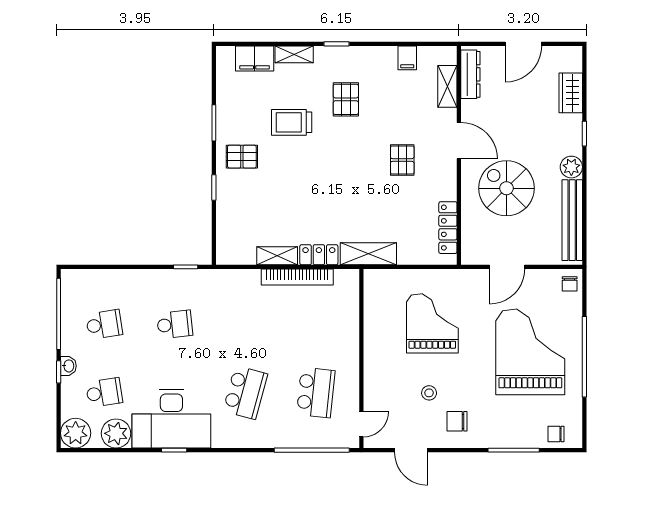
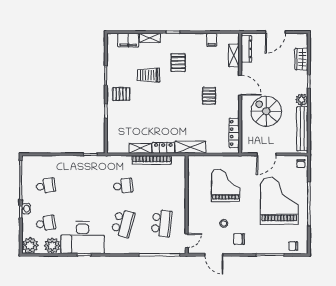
school desk: (175, 324) -> (123, 186), moved

